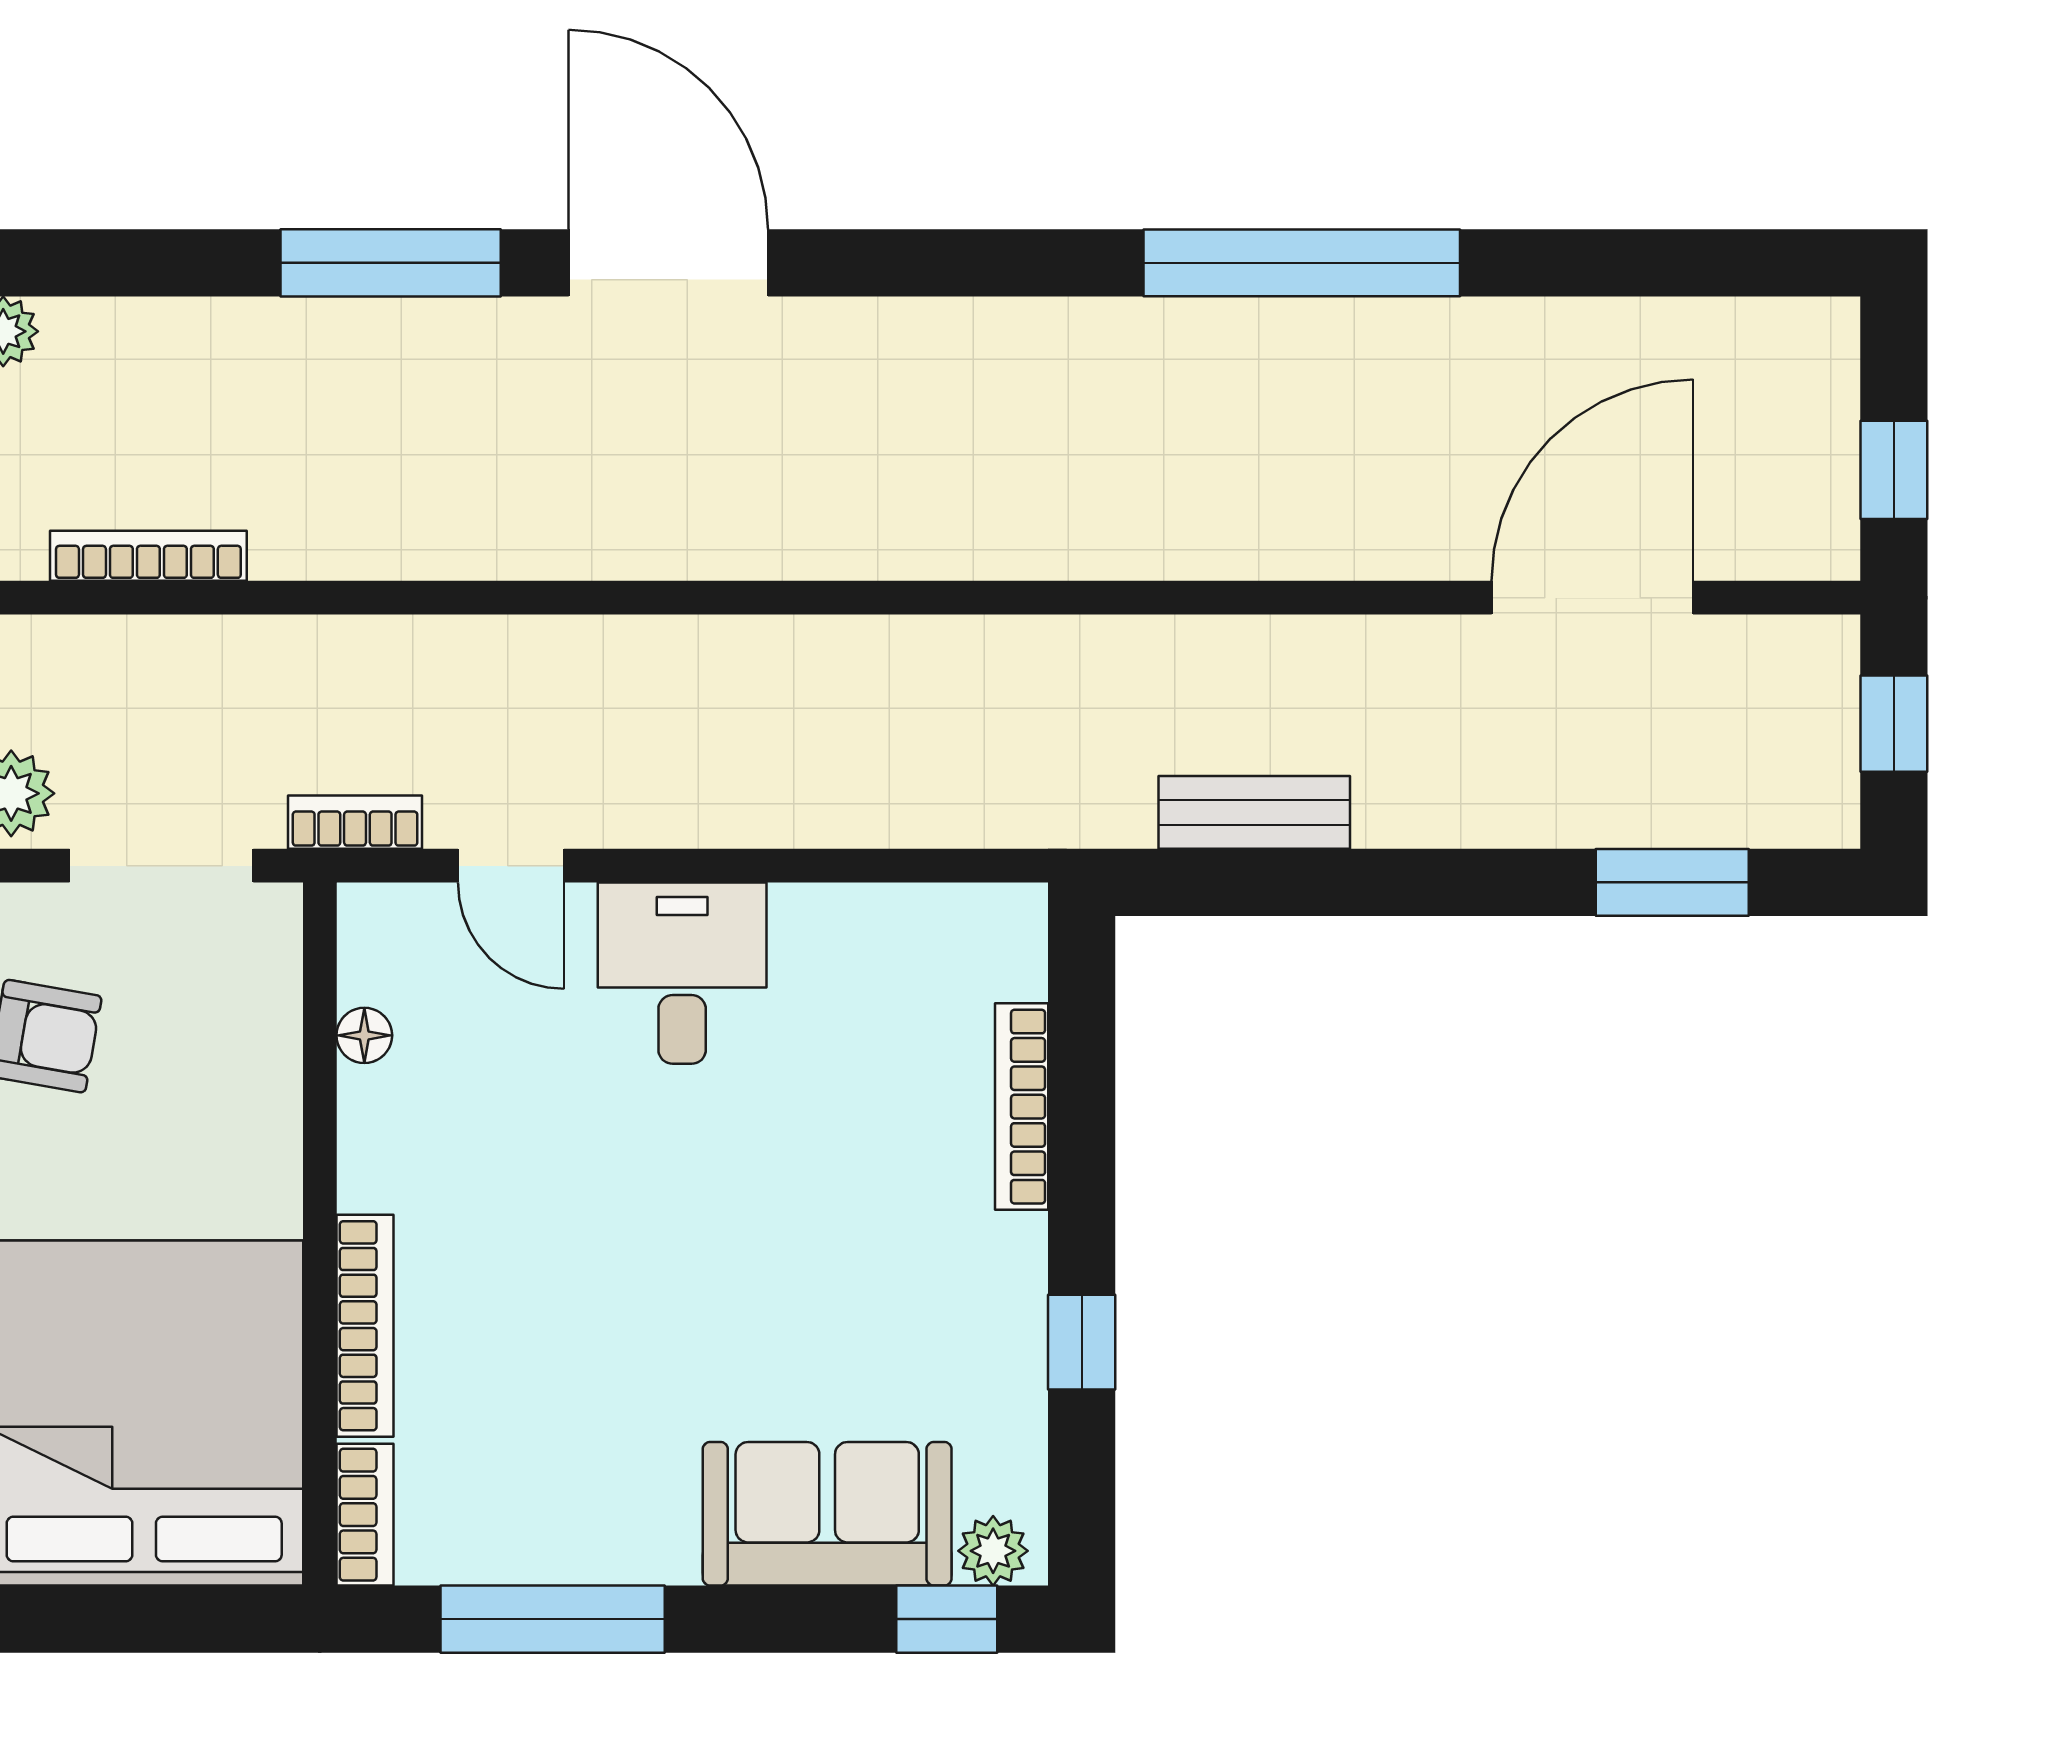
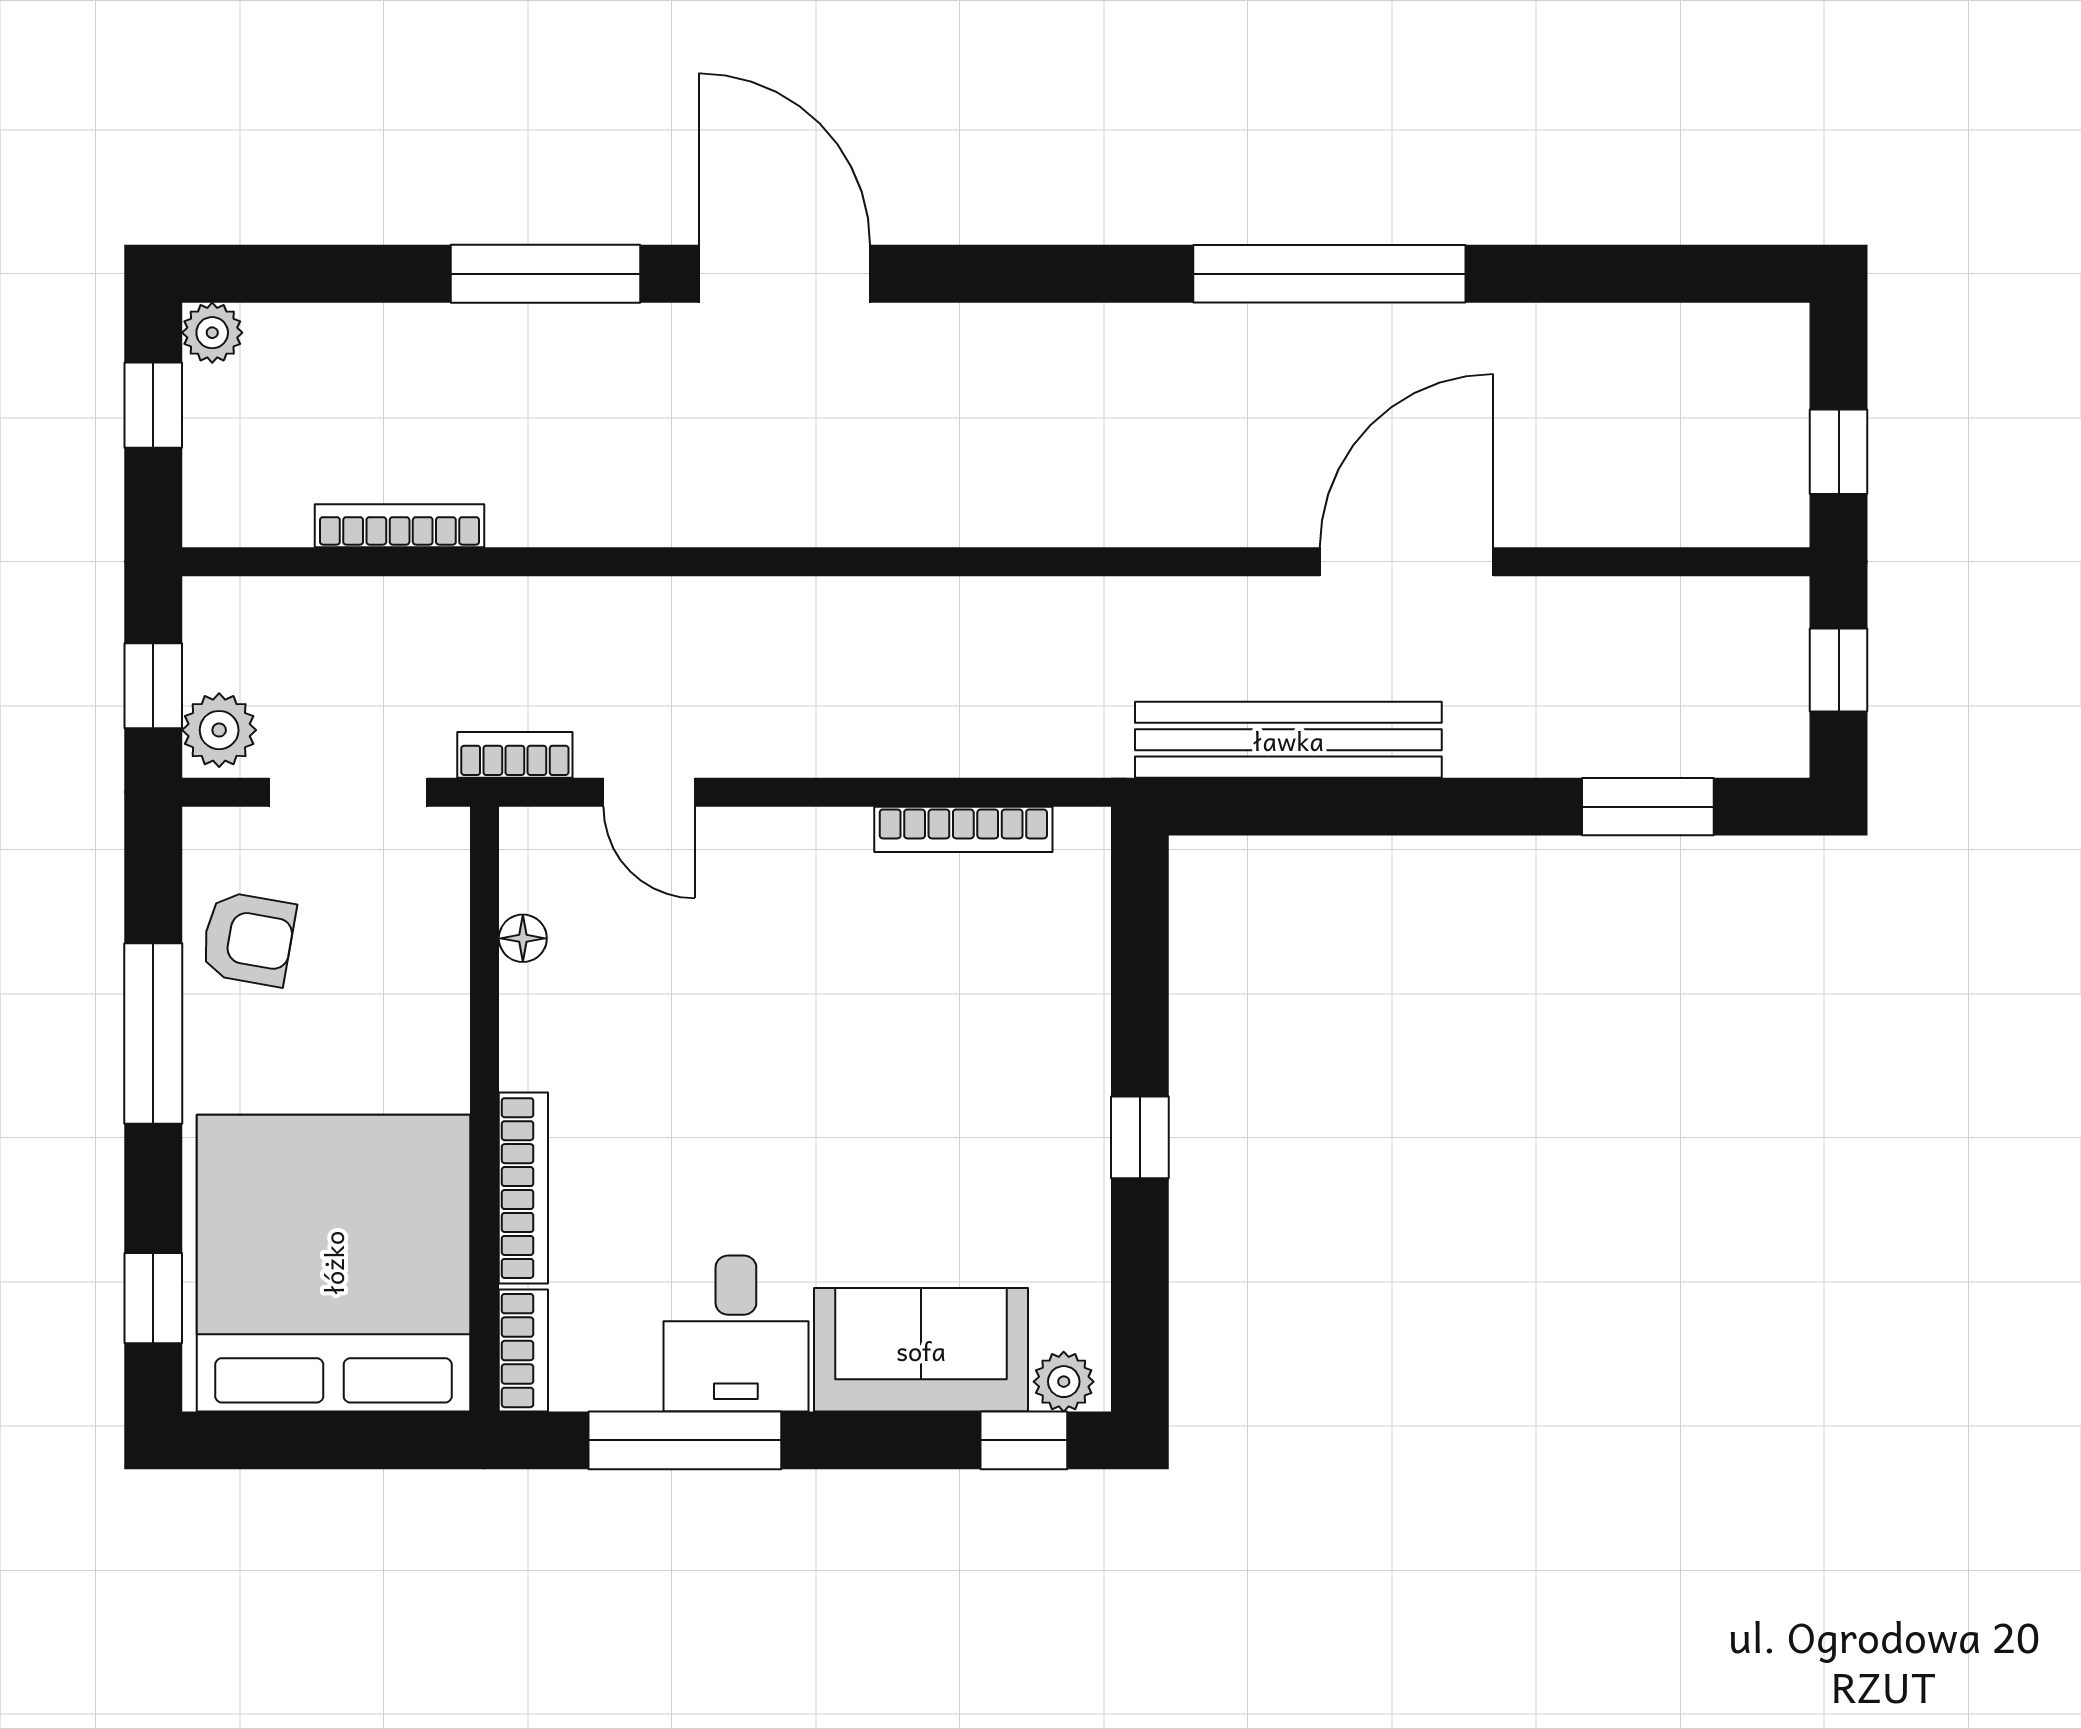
bookcase: (148, 556) -> (400, 526), moved
door: (1592, 598) -> (1407, 562), moved
bench: (1254, 812) -> (1288, 740), width x1.86, depth x1.21
desk: (682, 973) -> (736, 1334), moved, turned 180
bookcase: (1022, 1107) -> (963, 829), moved, turned -90
window: (1082, 1342) -> (1140, 1137), moved

